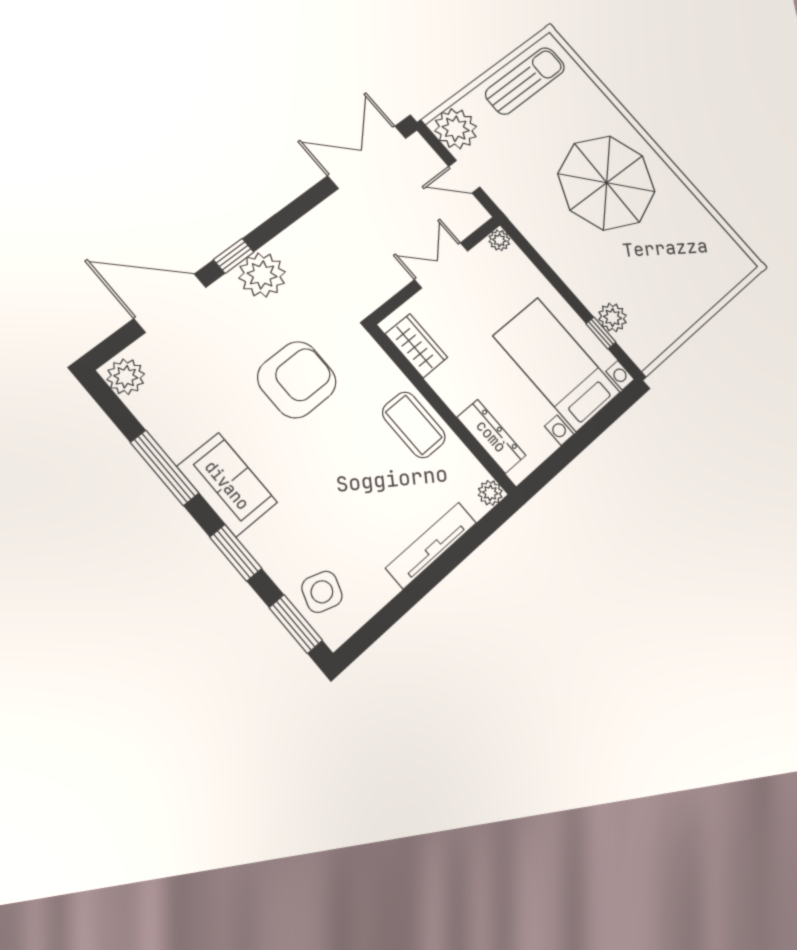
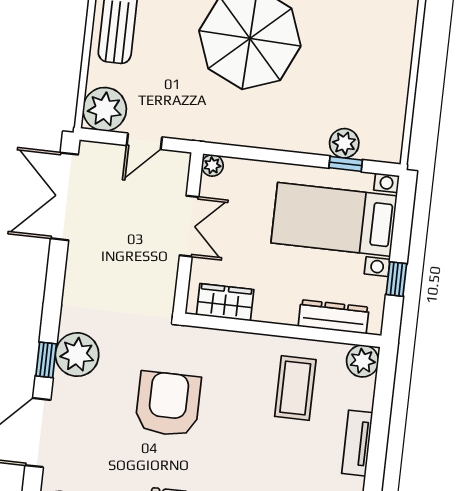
double door: (441, 265) -> (189, 226), swing flipped
coffee table: (414, 425) -> (295, 388), moved, turned 90
window: (566, 454) -> (396, 279), added
plant: (490, 493) -> (363, 361), width x1.38, depth x1.38
tv unit: (431, 545) -> (357, 443), width x0.71

